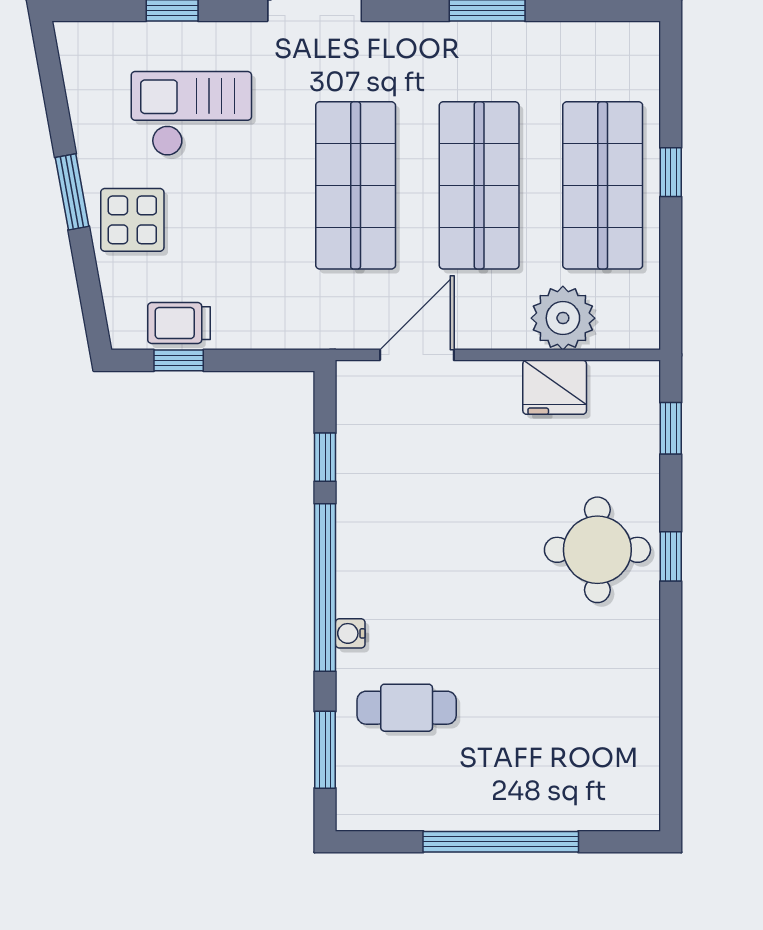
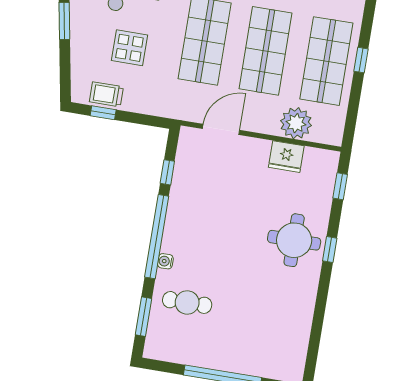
display table: (132, 220) -> (129, 48), moved

